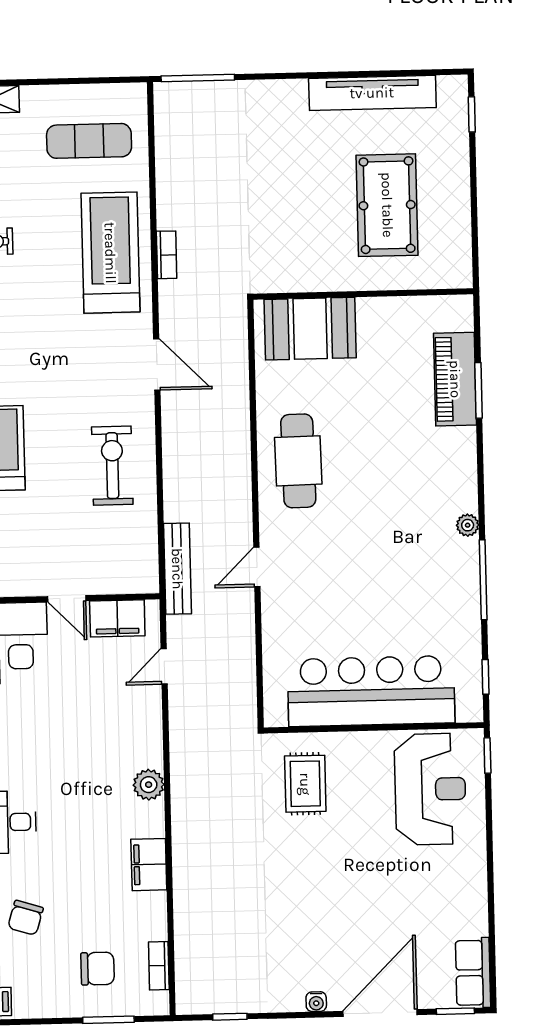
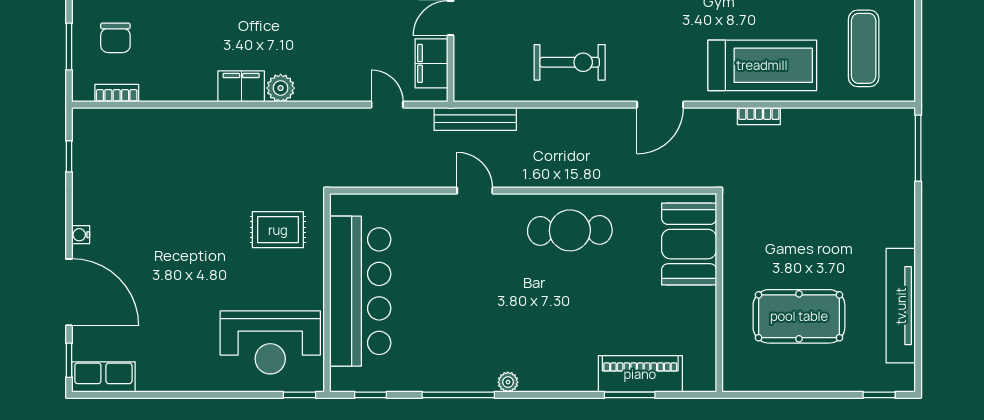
filing cabinet: (149, 865) -> (241, 86), moved

